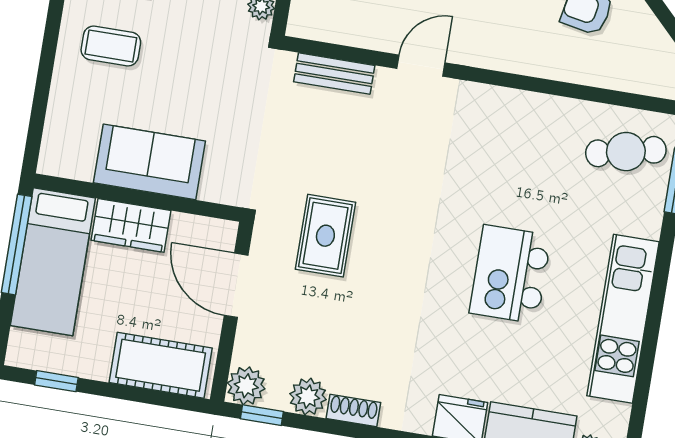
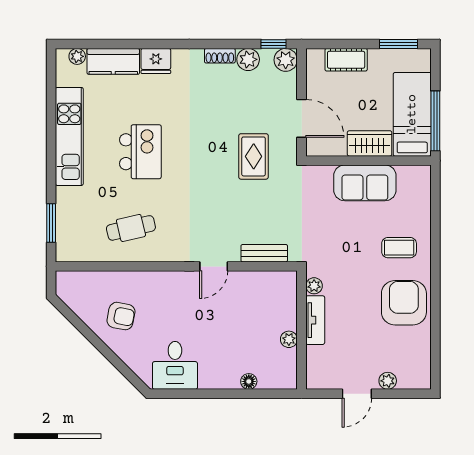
cafe table: (626, 152) -> (131, 228), moved
cot: (161, 365) -> (346, 60), width x0.73, depth x0.75
window: (56, 381) -> (398, 44), width x1.50

